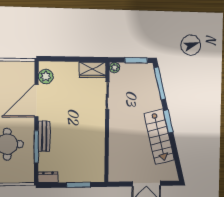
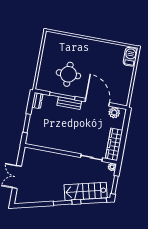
wardrobe: (93, 70) -> (114, 144), width x1.50
stairs: (159, 137) -> (86, 191), moved

